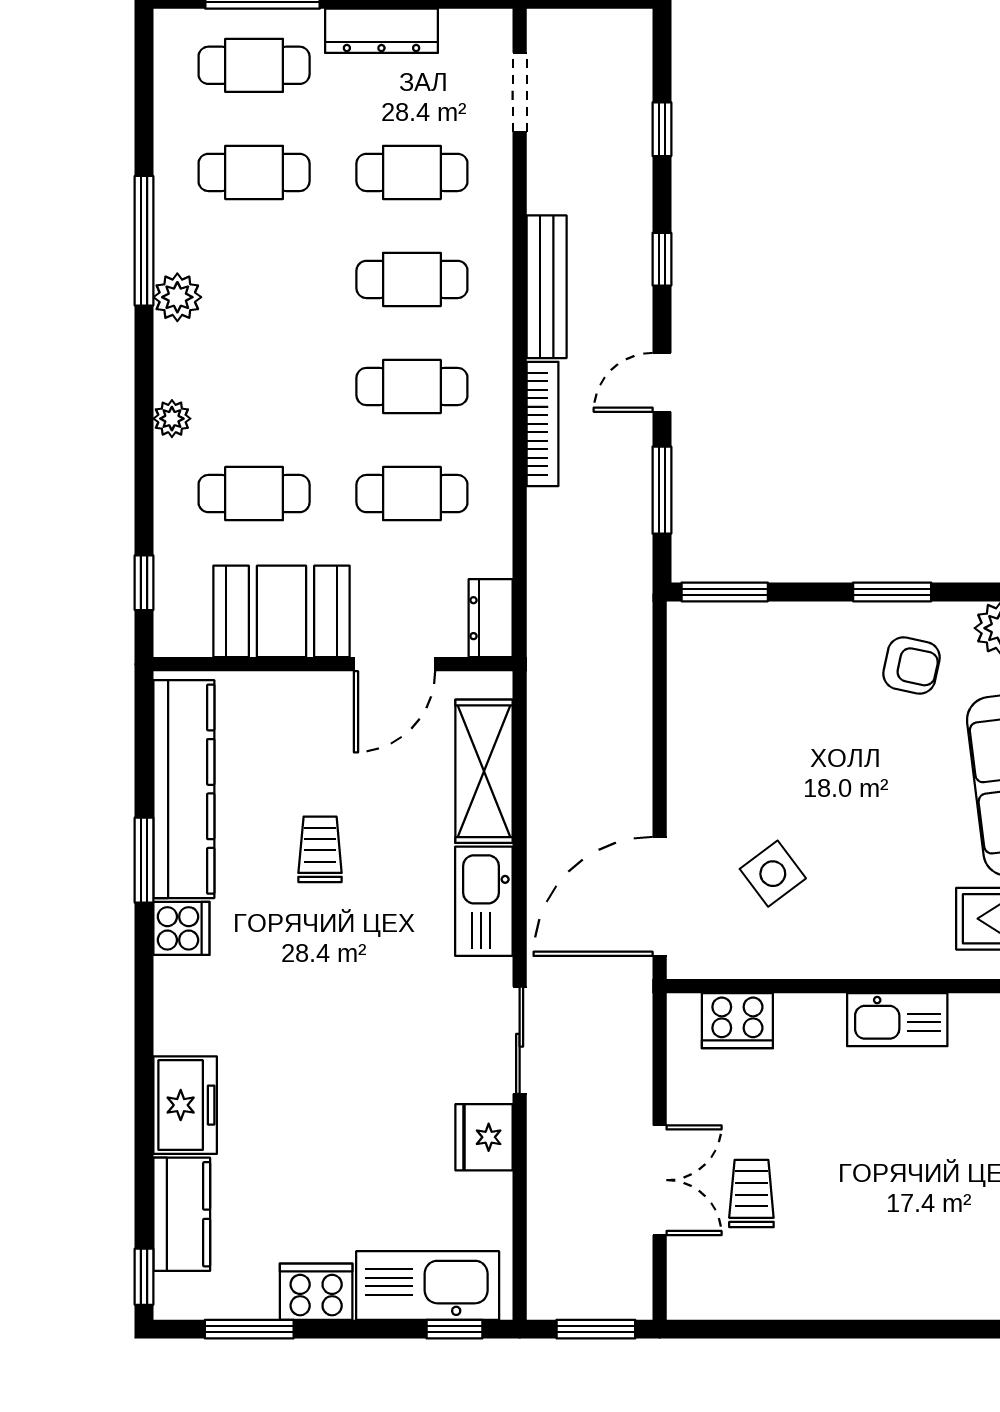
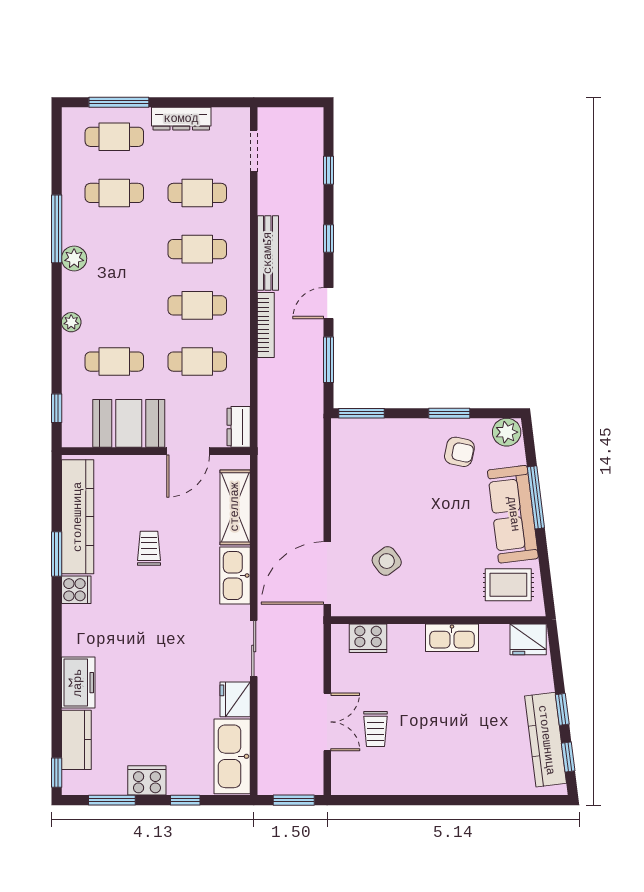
trolley: (751, 1194) -> (375, 729), turned 180
kitchen sink: (428, 1285) -> (232, 756), moved, turned -90
window: (454, 1329) -> (185, 800), moved

